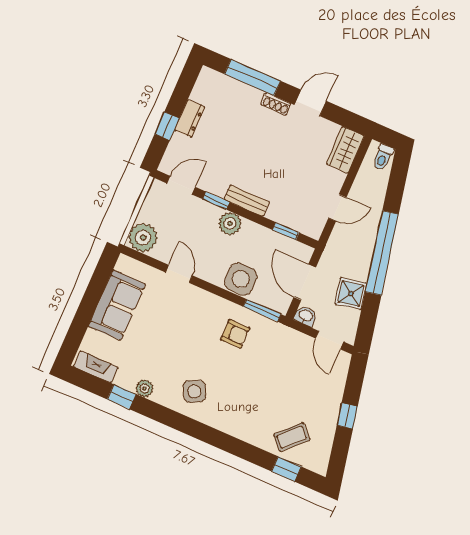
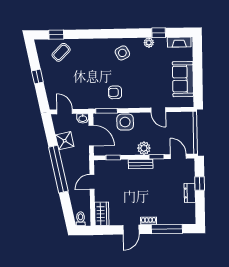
door: (181, 185) -> (178, 156), swing flipped
plant: (143, 238) -> (185, 120), removed

